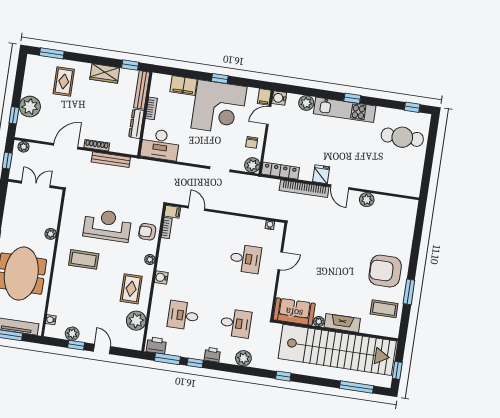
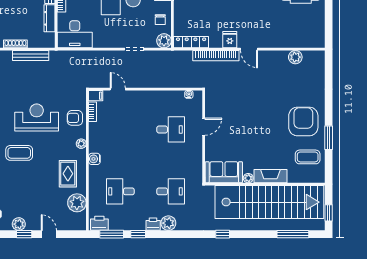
plant: (367, 200) -> (295, 57), moved
armchair: (385, 271) -> (303, 121), turned 90
plant: (243, 358) -> (168, 223), moved

